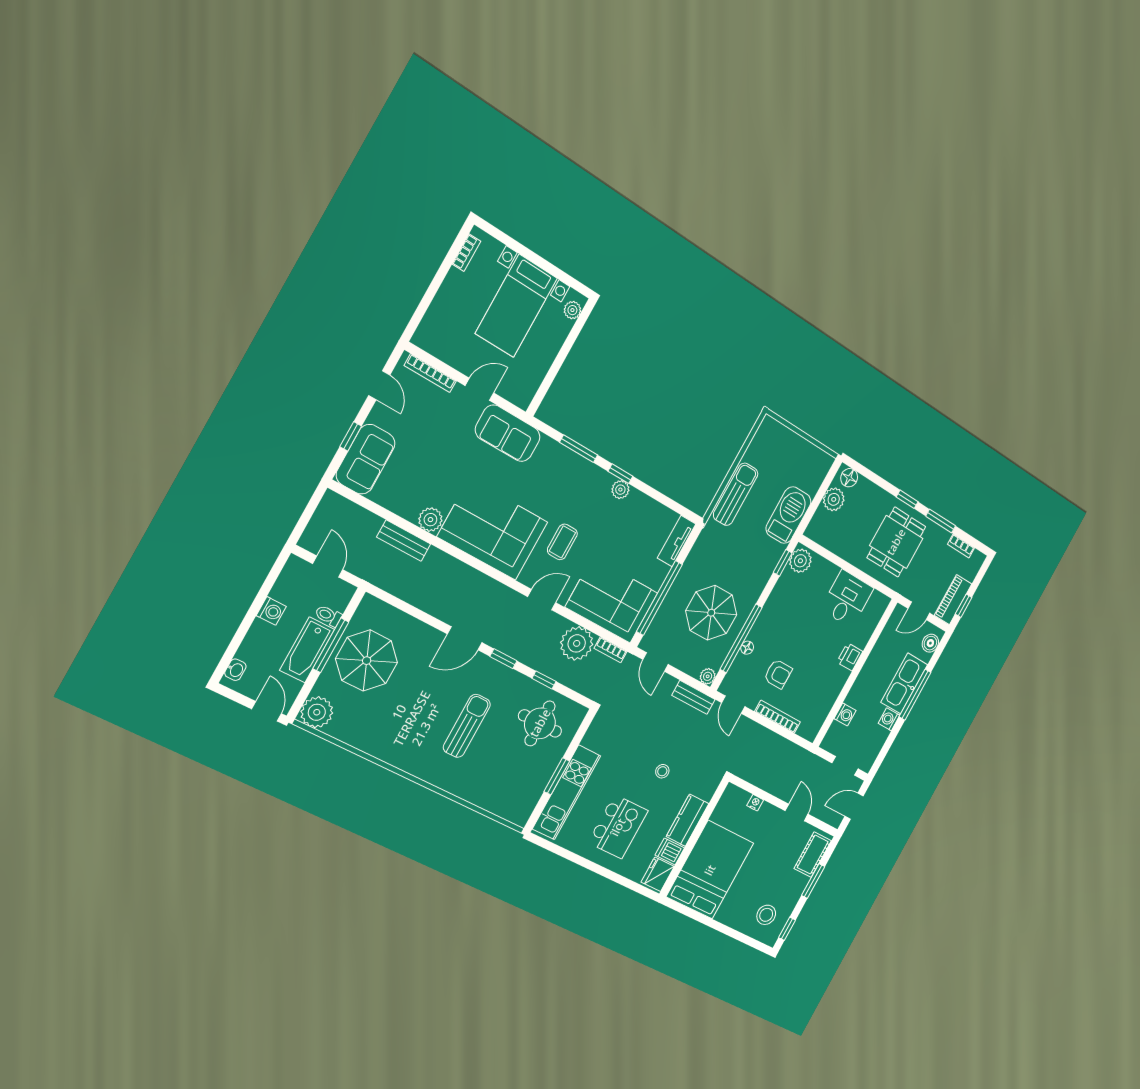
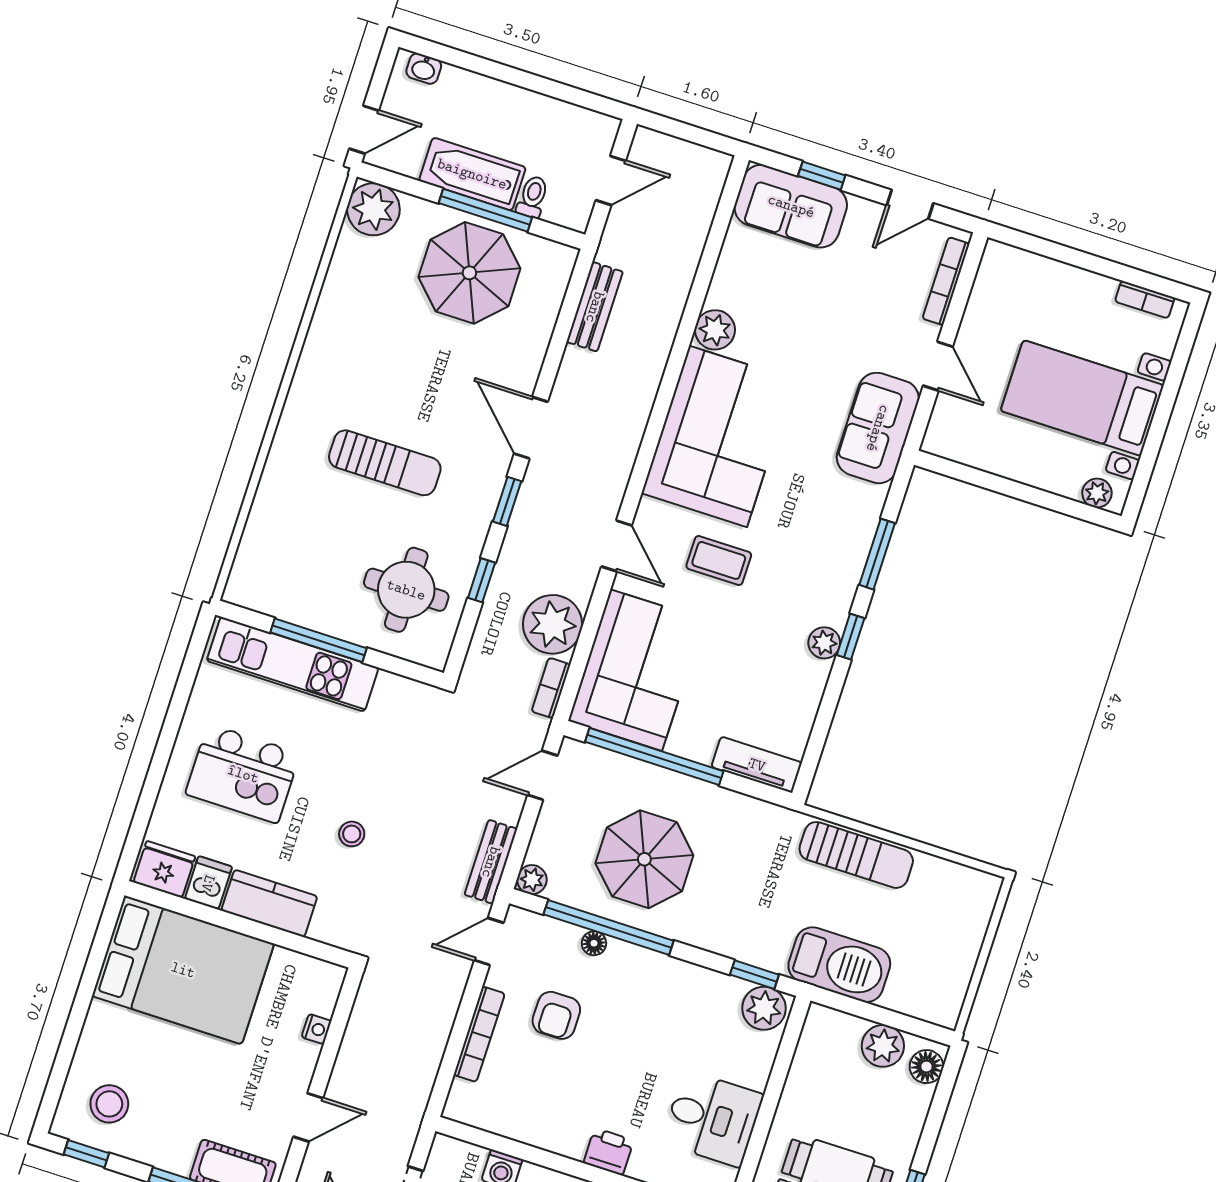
bench: (404, 541) -> (595, 307), moved
washing machine: (271, 611) -> (526, 106), removed
window: (557, 776) -> (319, 640), width x1.44

